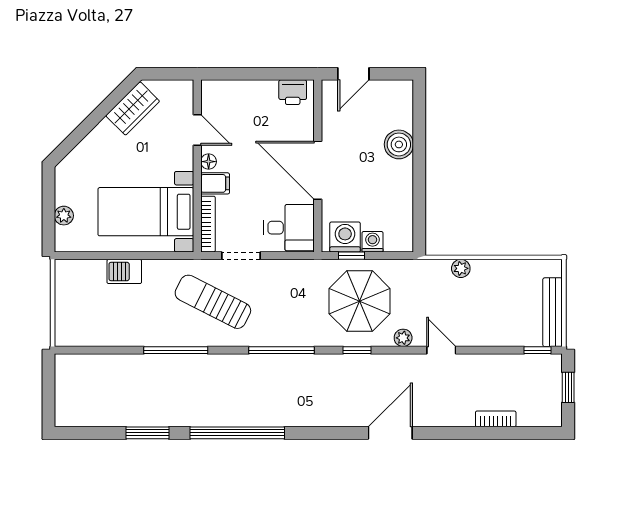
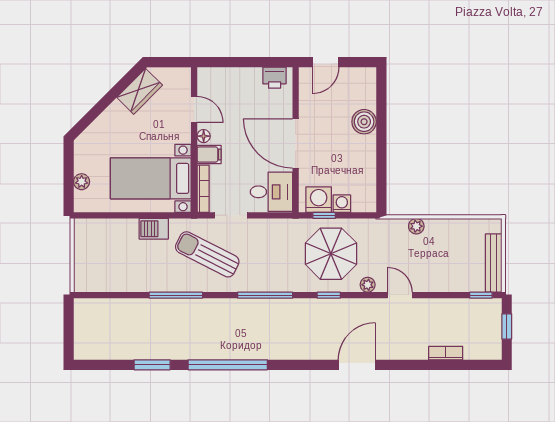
barbecue: (124, 271) -> (154, 229), moved

